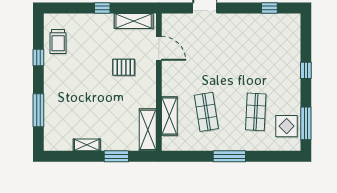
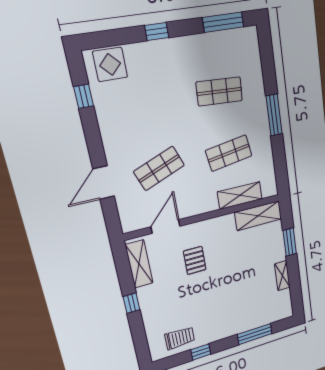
shop shelf: (206, 52) -> (159, 168), added
display table: (287, 126) -> (110, 64), moved

